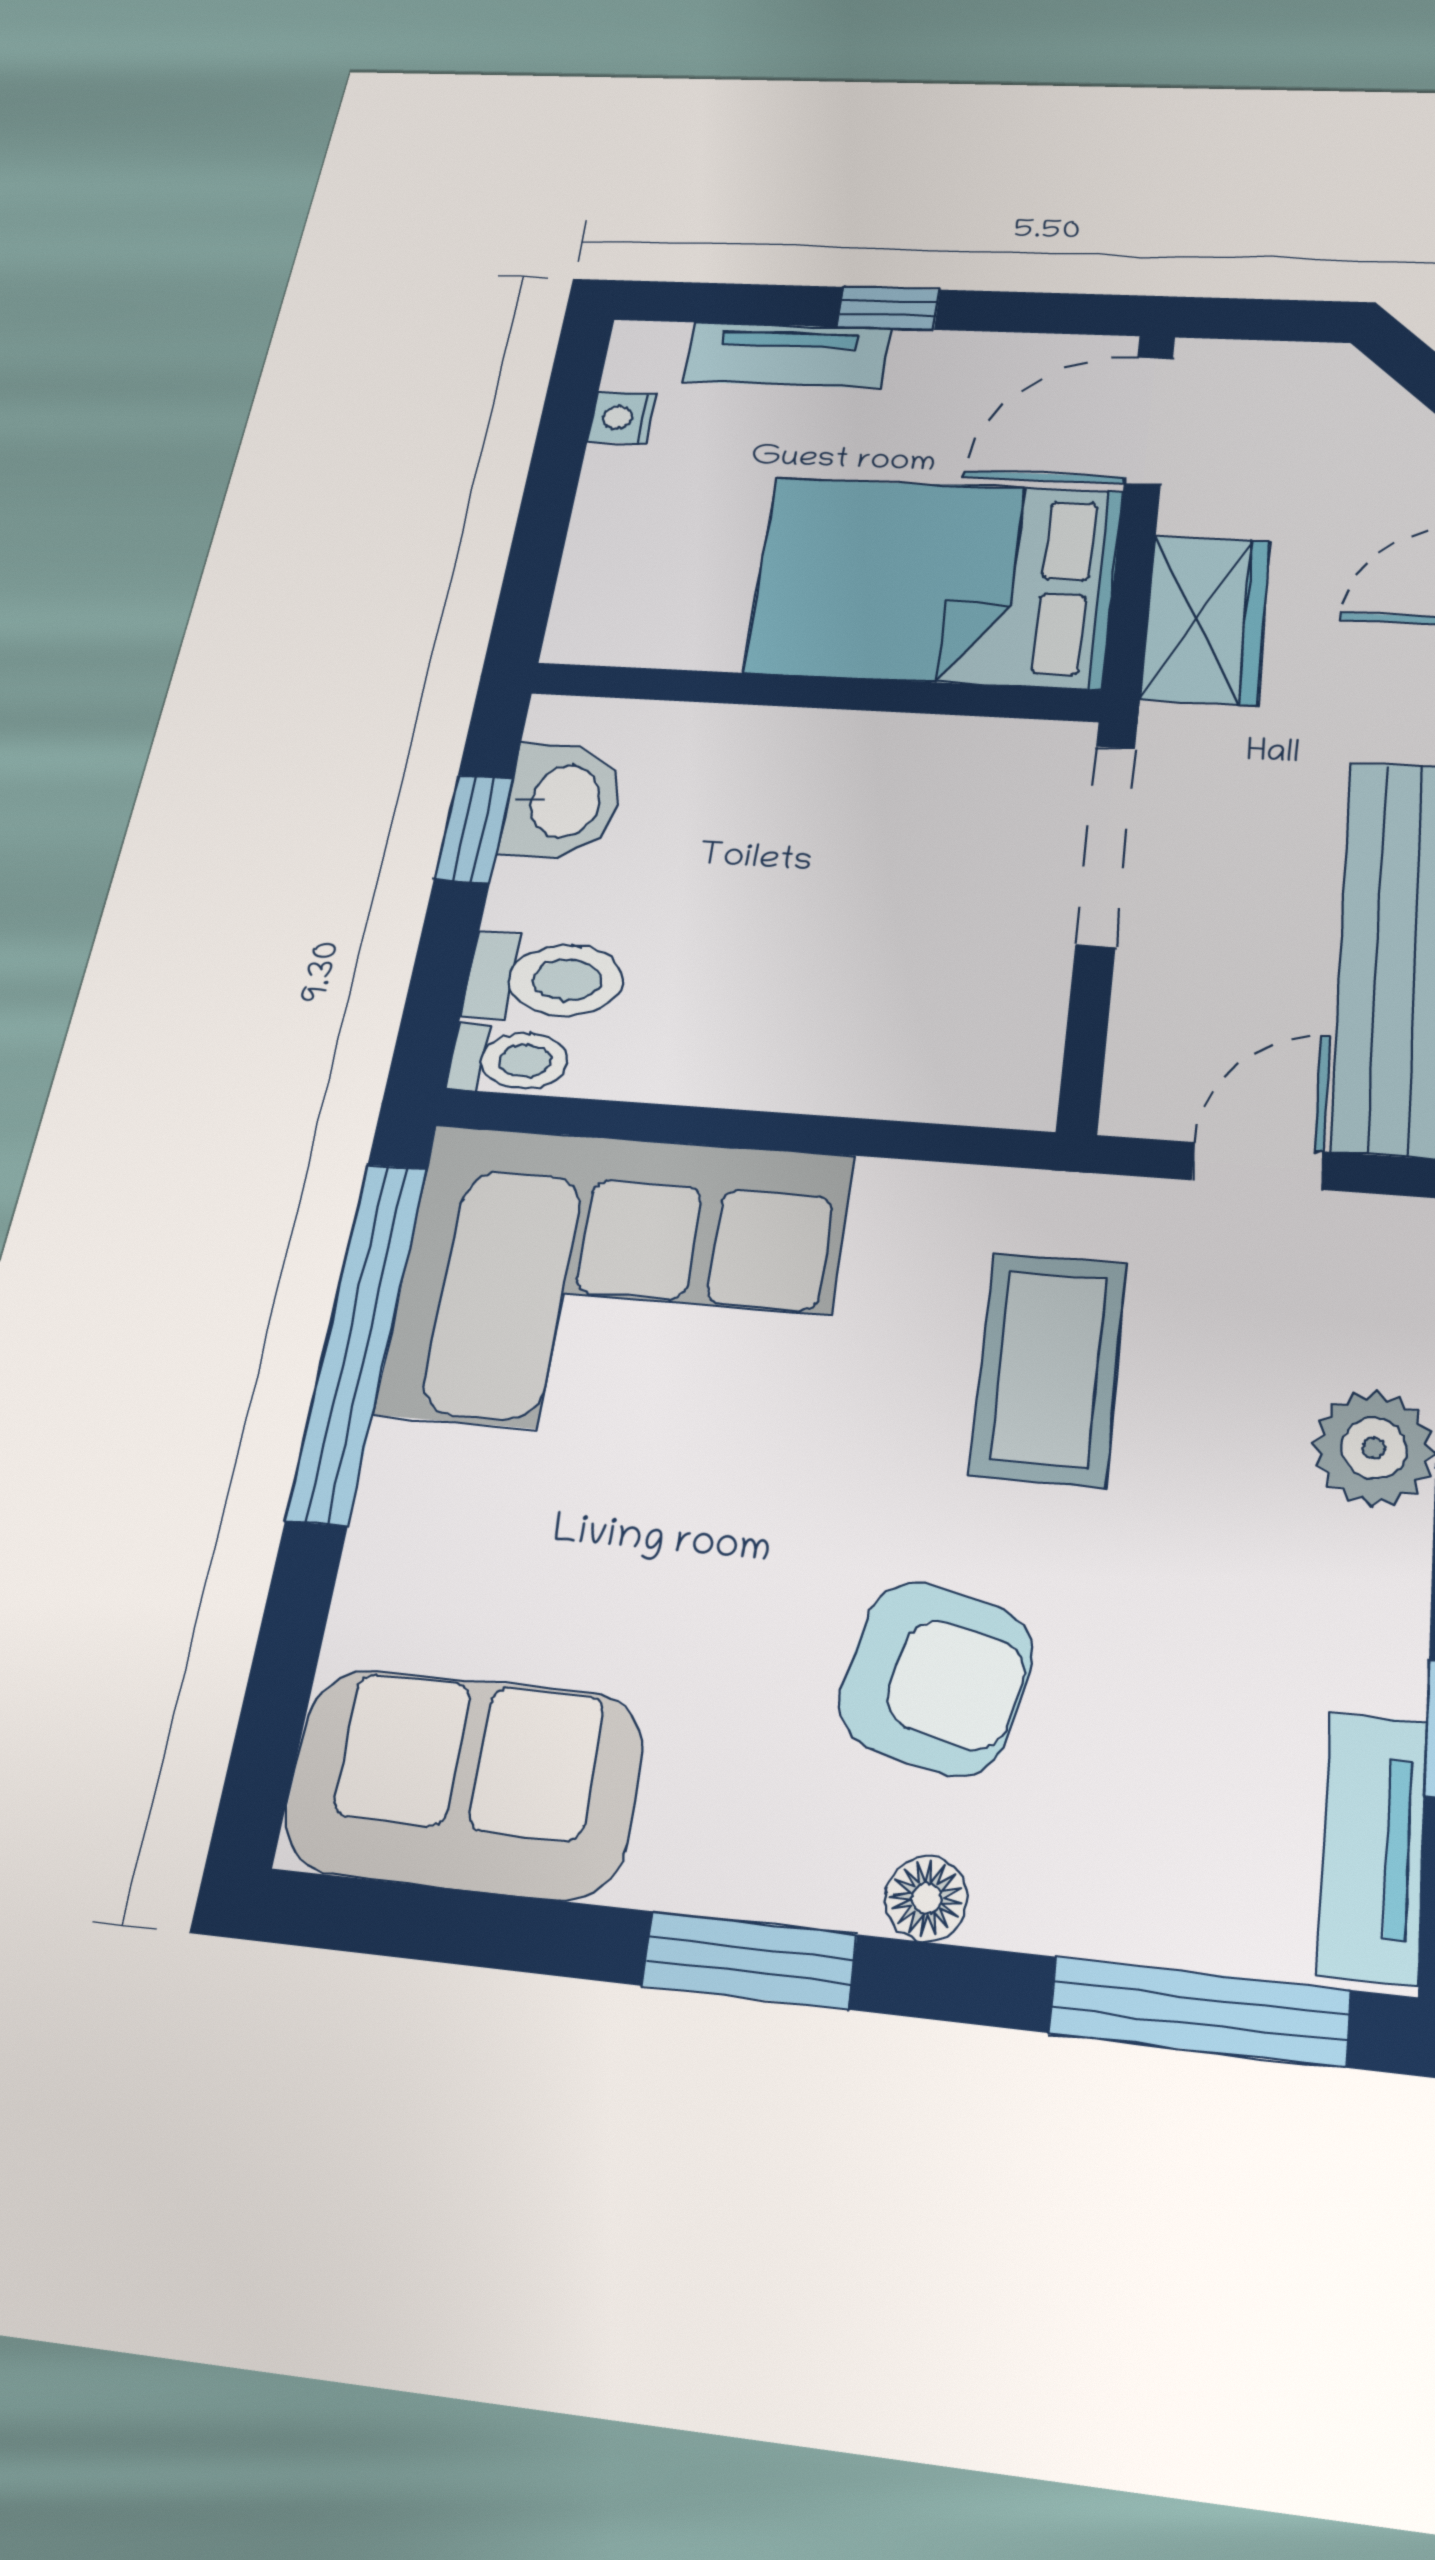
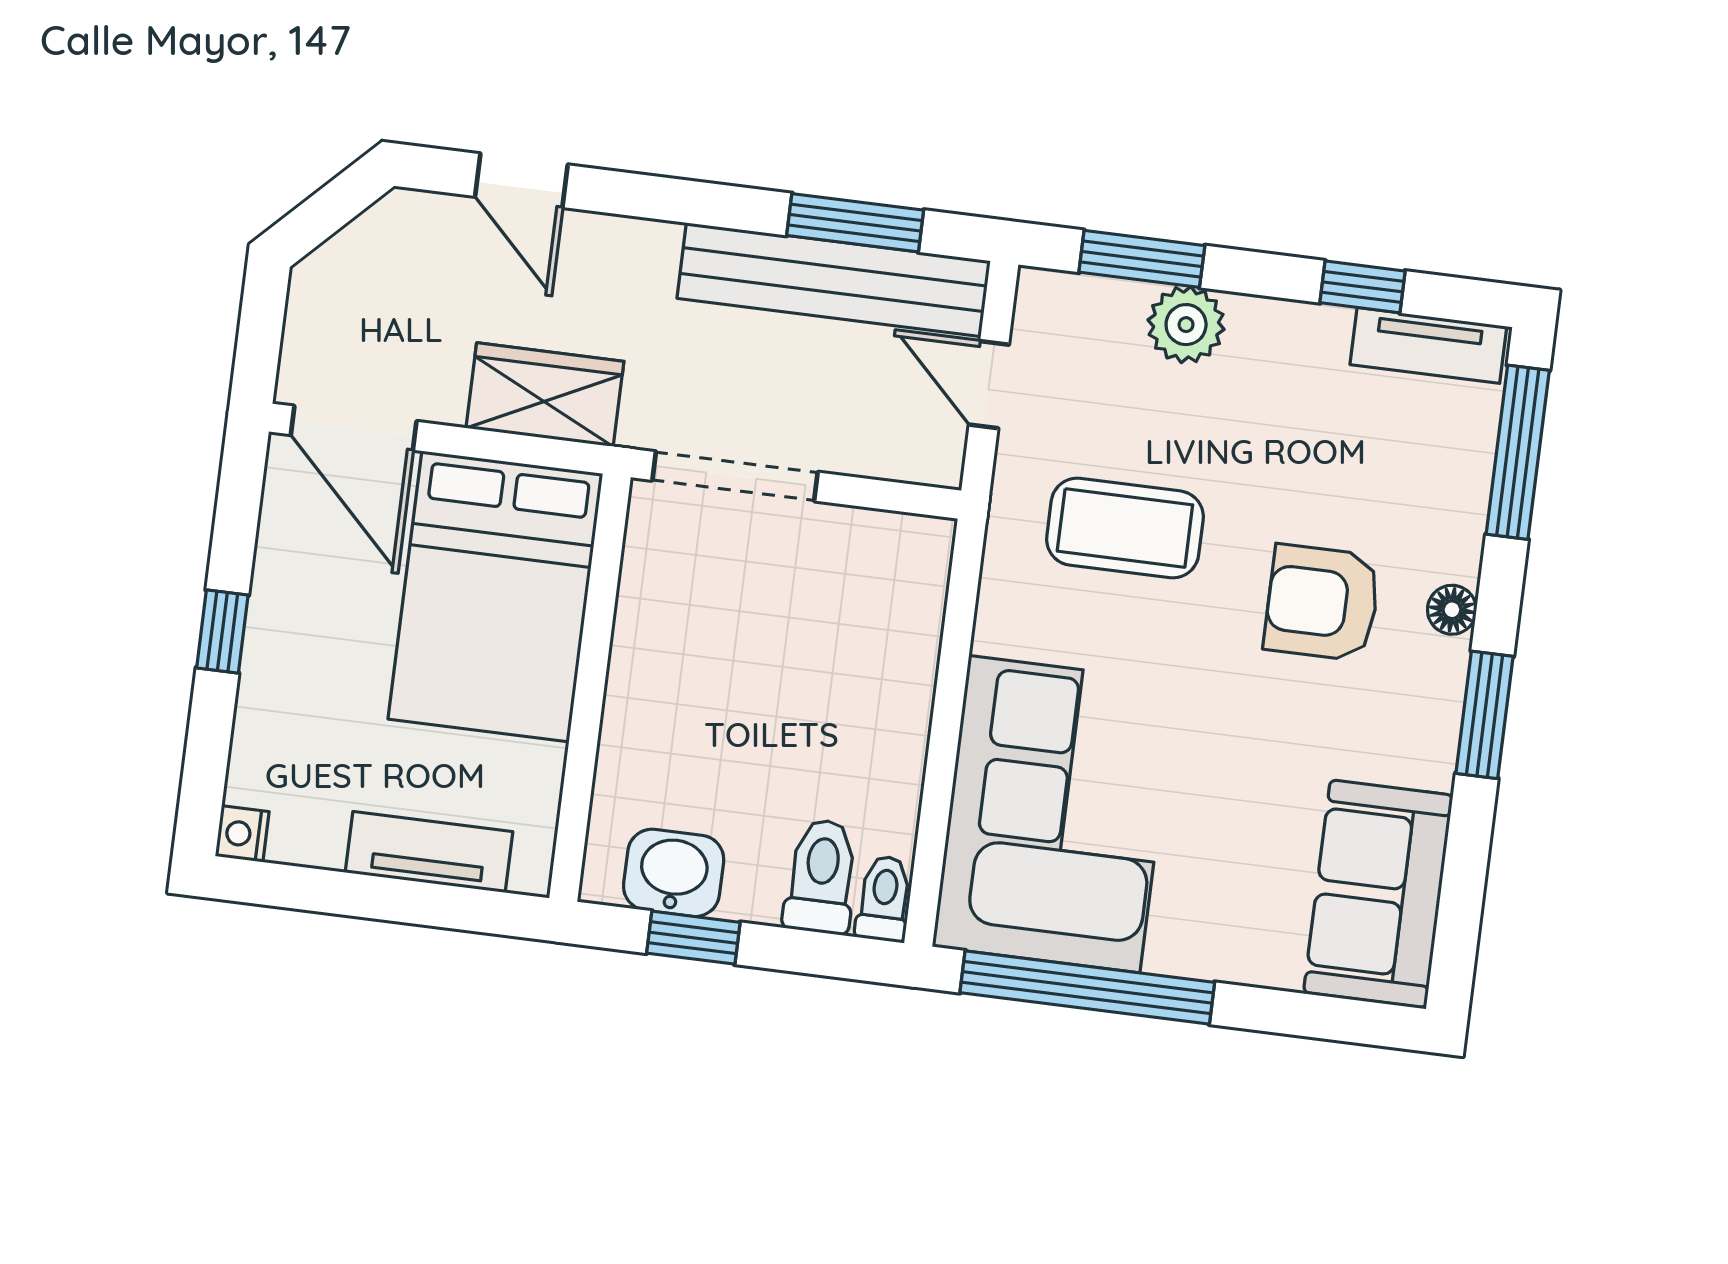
tv unit: (787, 355) -> (429, 852), moved, turned -90
nightstand: (622, 418) -> (242, 834), moved, turned 90
armchair: (936, 1678) -> (1322, 603), turned -103

